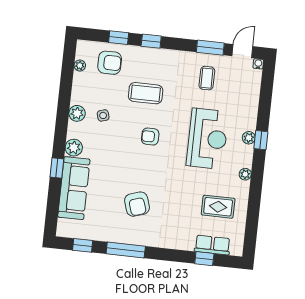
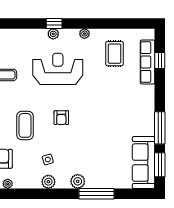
window: (57, 168) -> (97, 194), width x2.17
sofa: (74, 188) -> (144, 163), moved, turned -90
armchair: (137, 204) -> (120, 123), removed
window: (83, 245) -> (160, 165), width x1.50
row of seats: (212, 245) -> (147, 62), width x1.48

